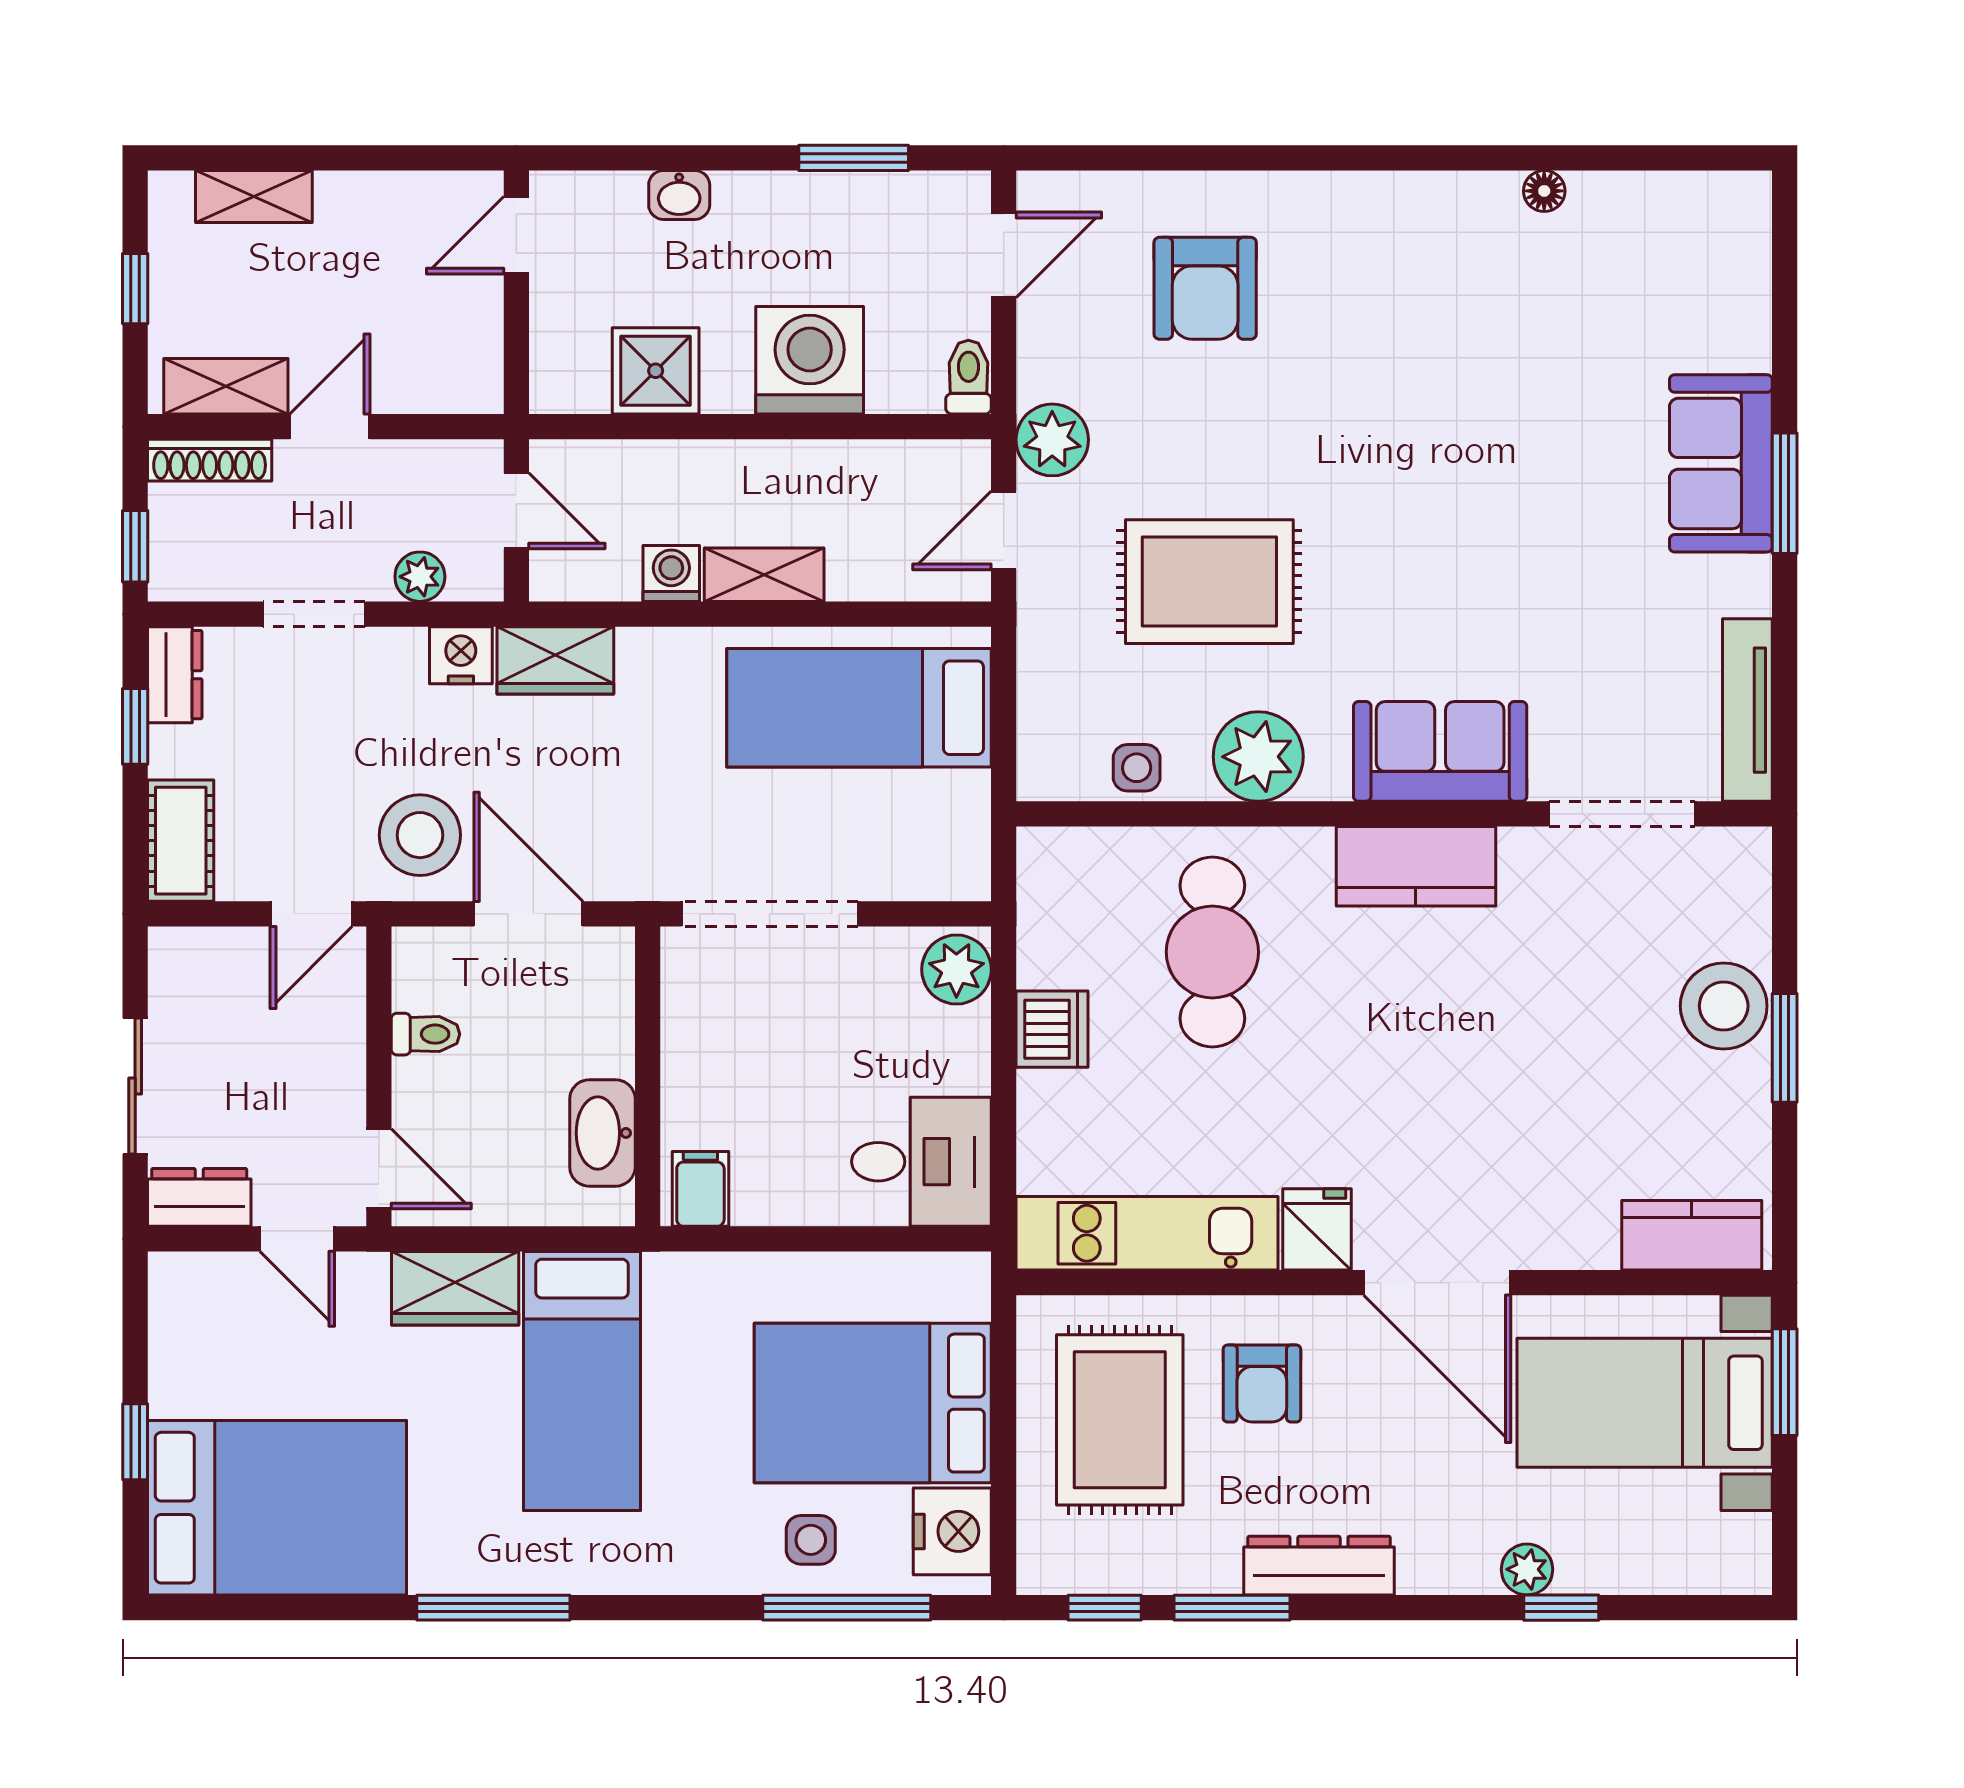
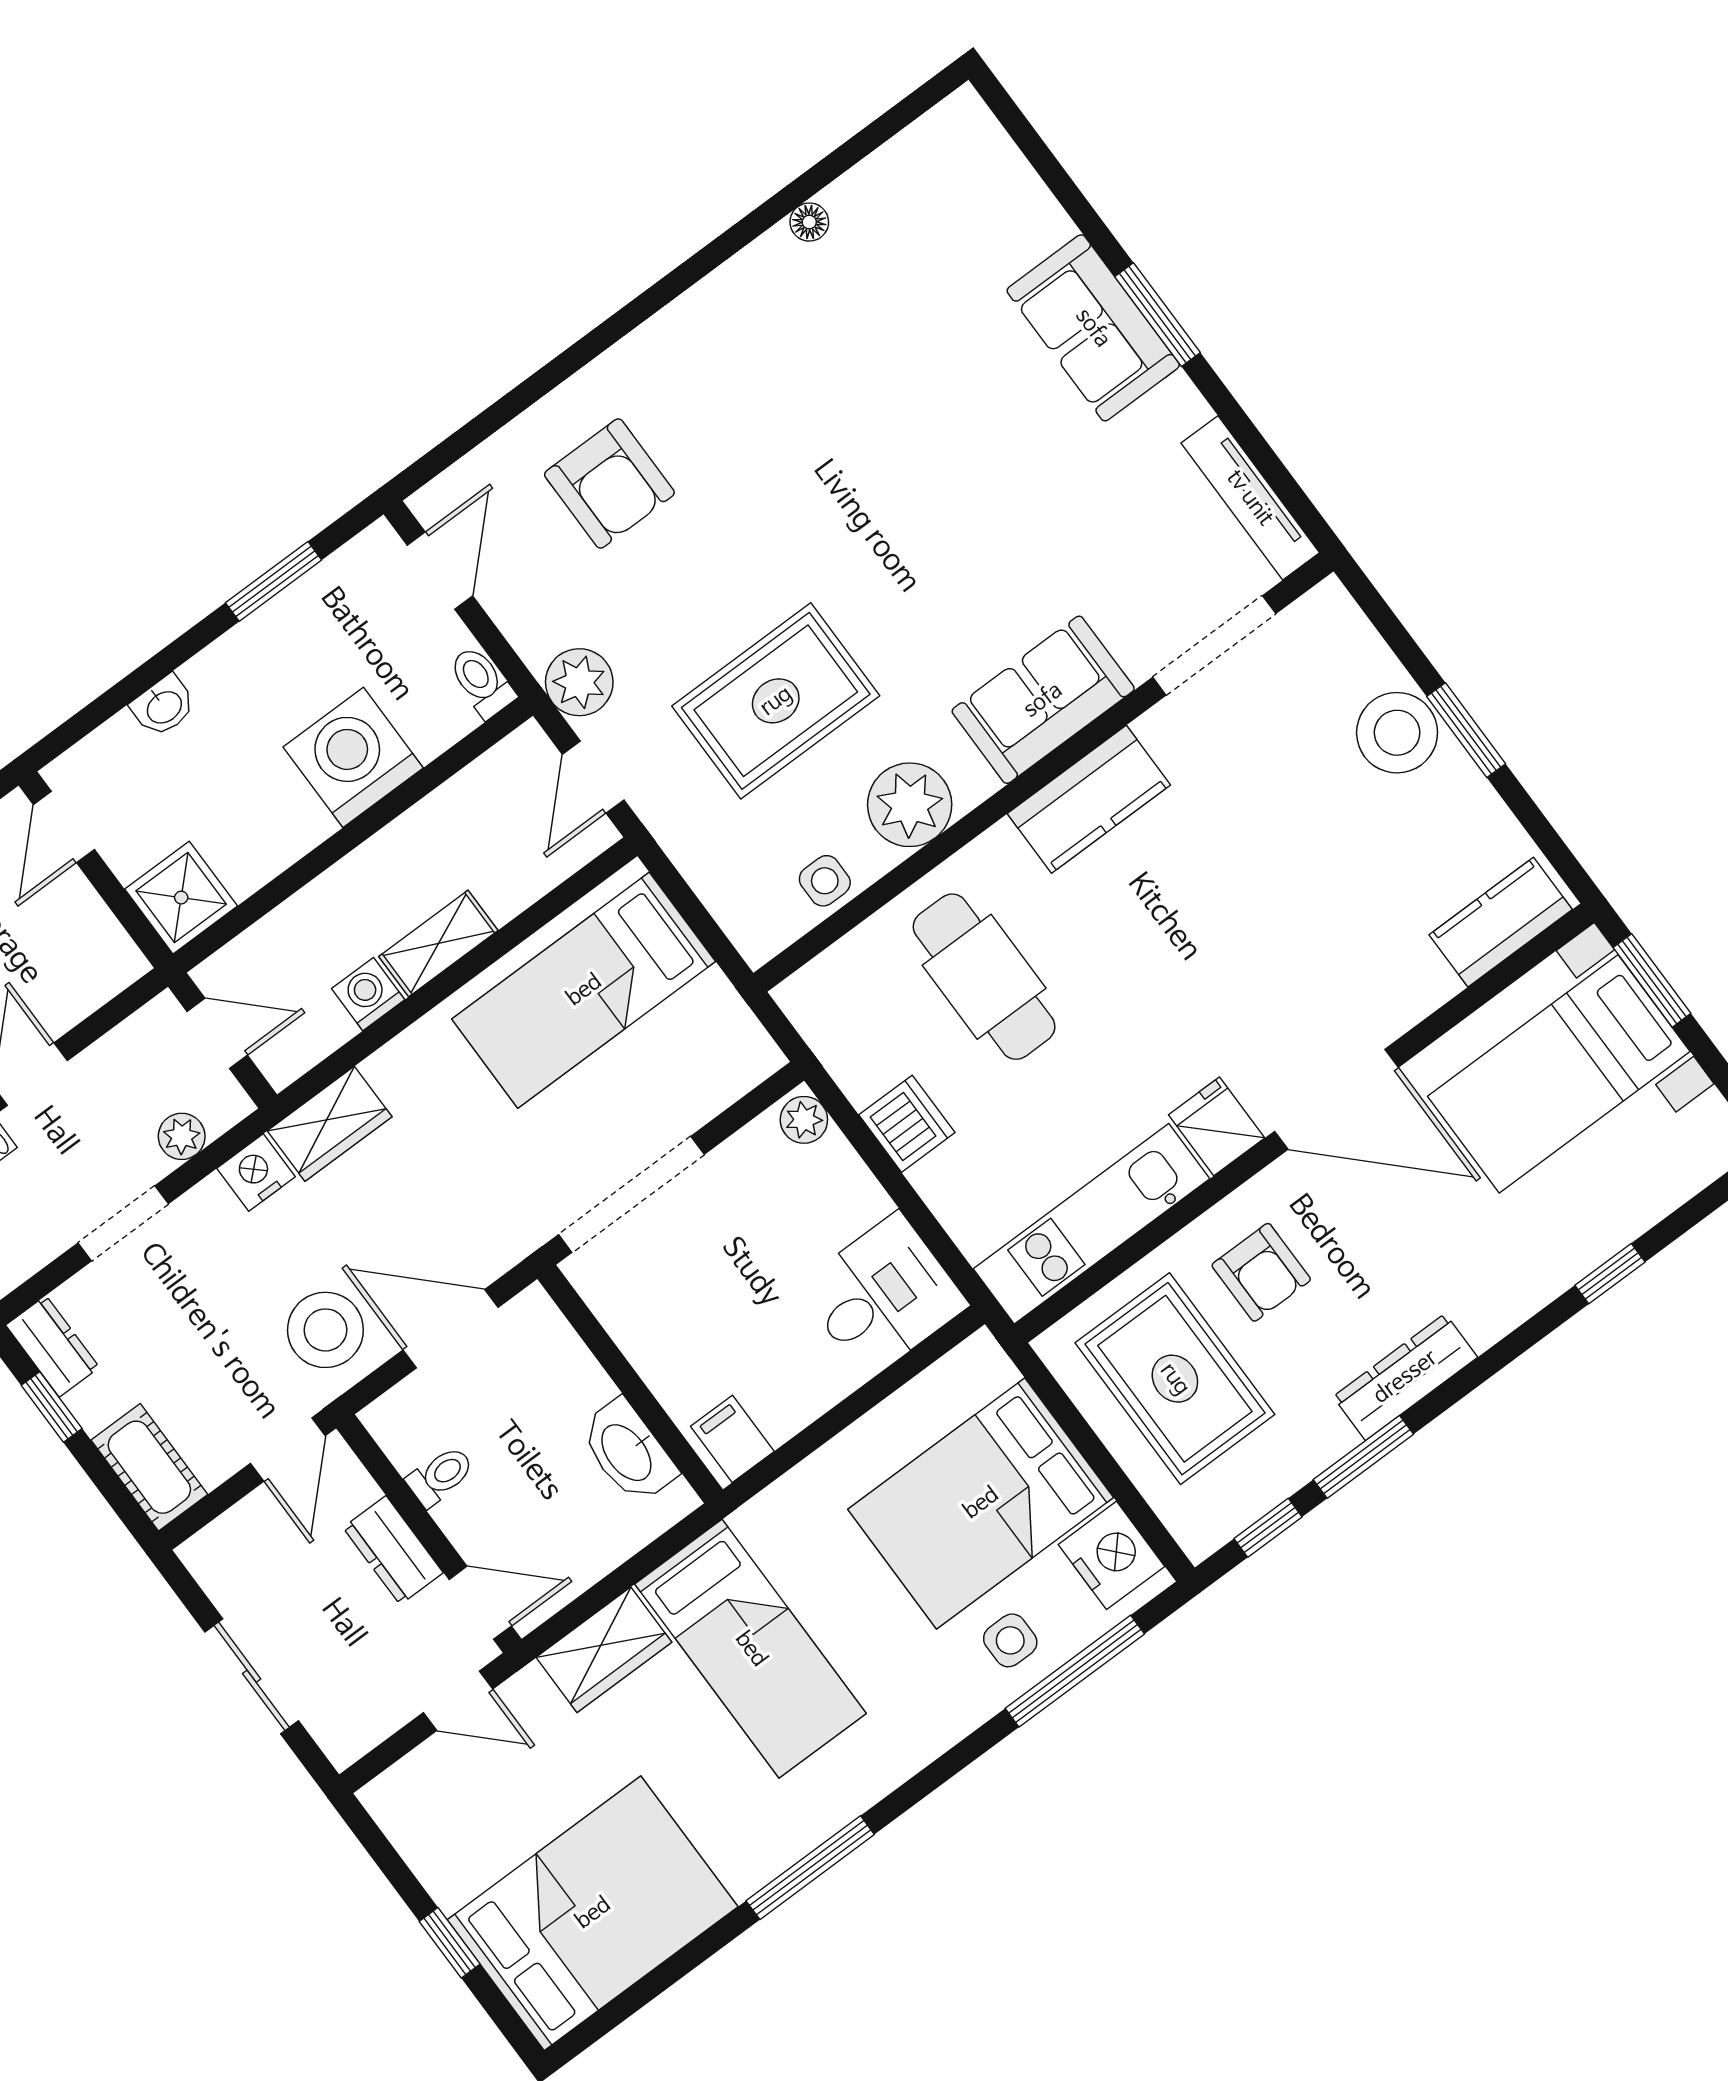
shower: (656, 371) -> (181, 898), moved
plant: (956, 970) -> (804, 1120), width x0.73, depth x0.73
dresser: (199, 1197) -> (393, 1550), moved, turned -90
plant: (1527, 1569) -> (1563, 1264), removed

